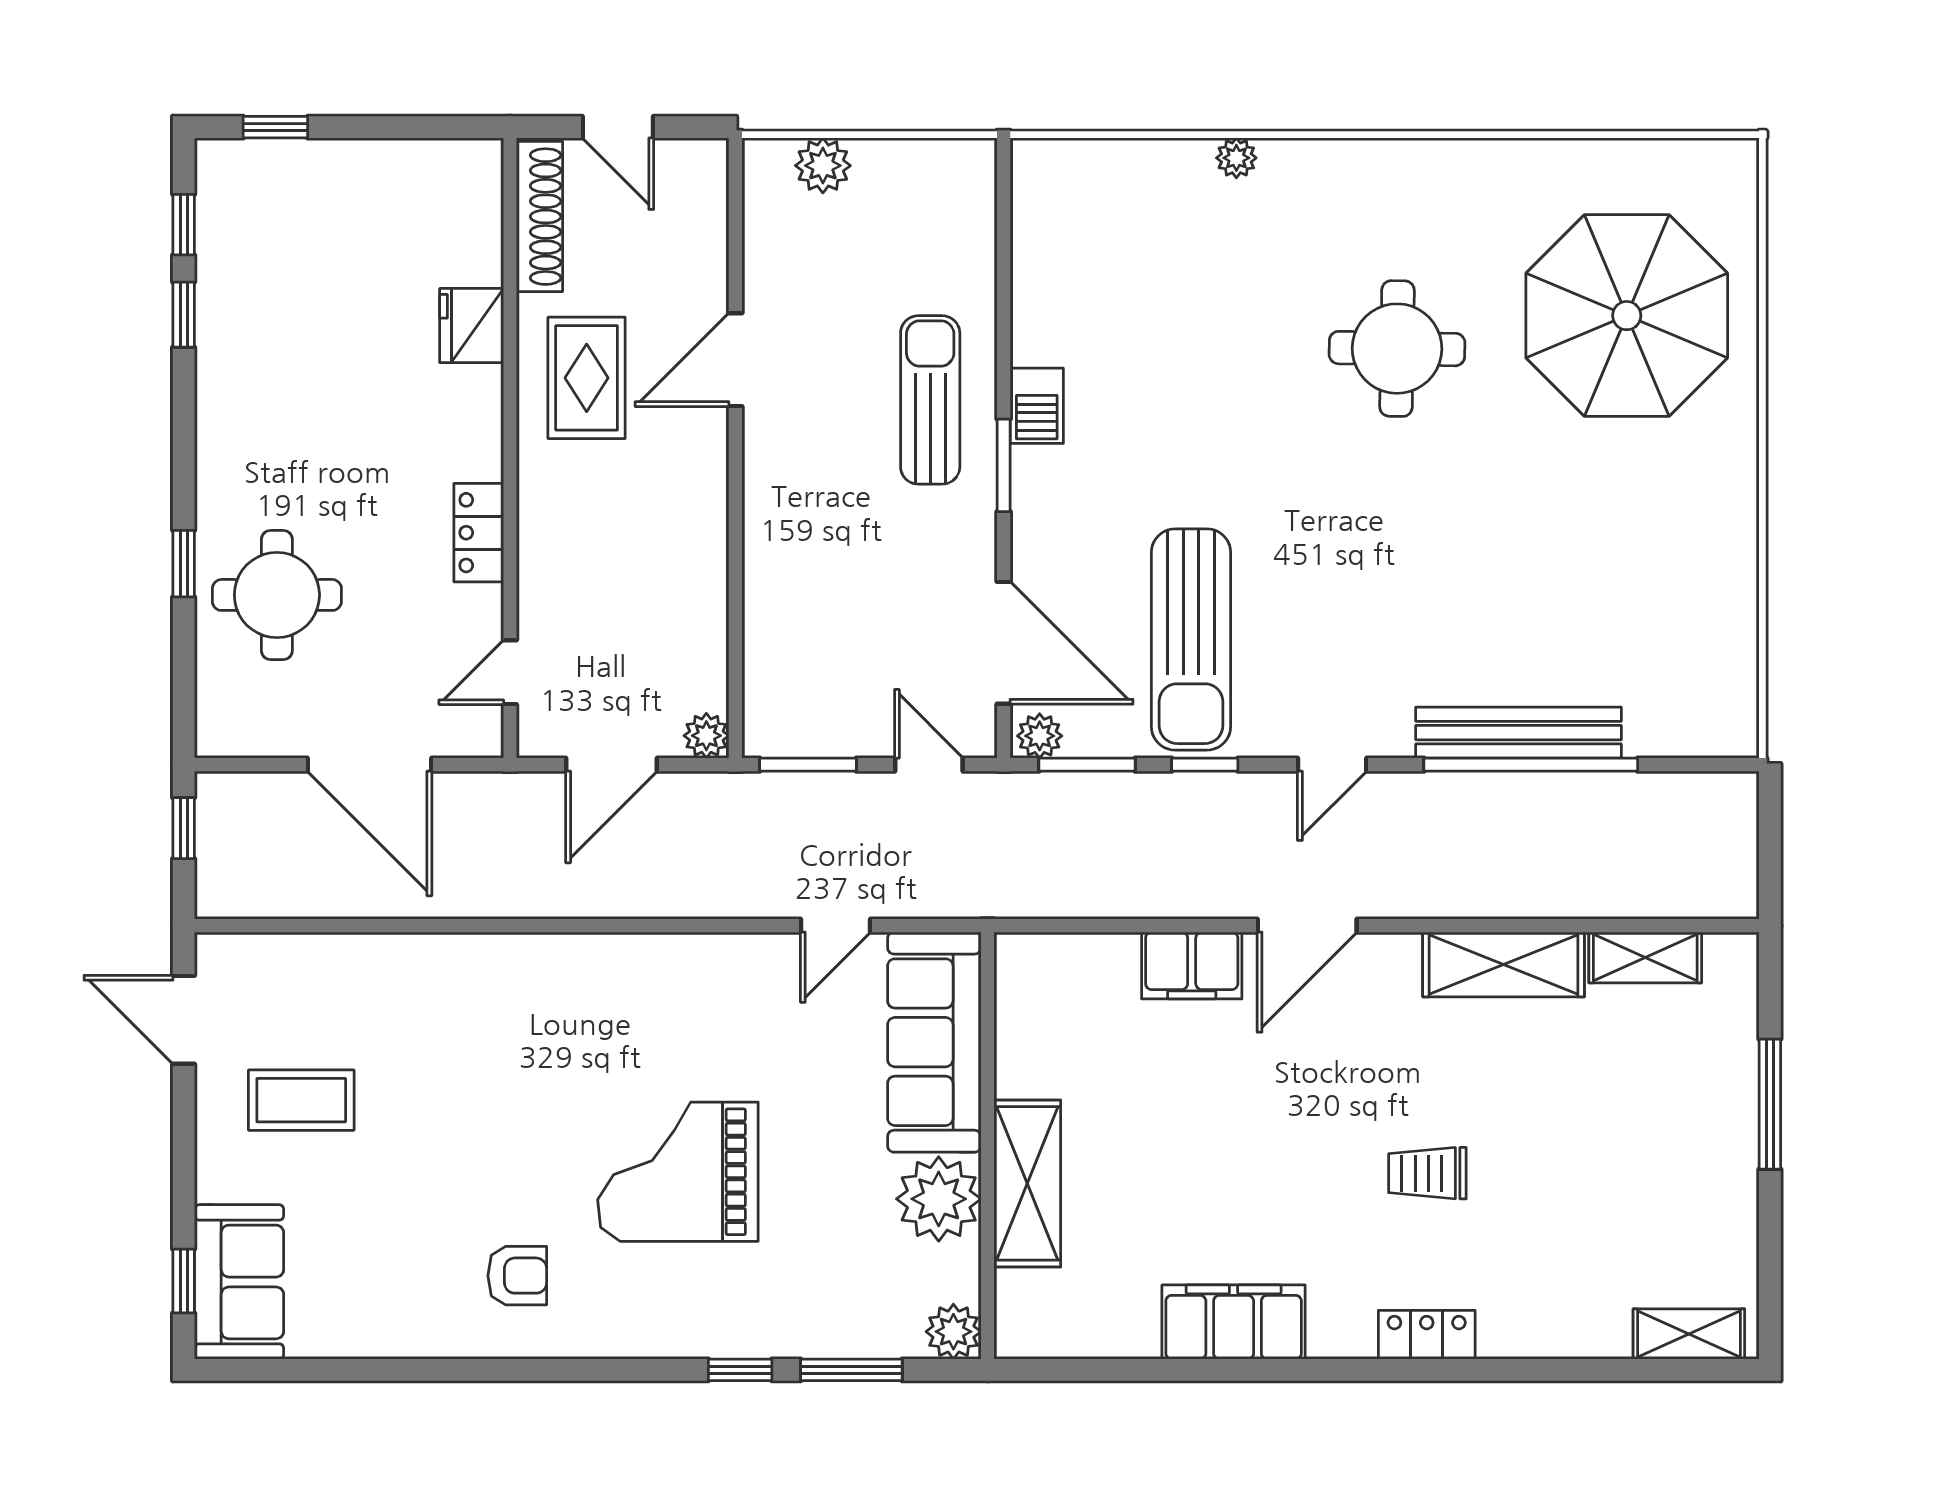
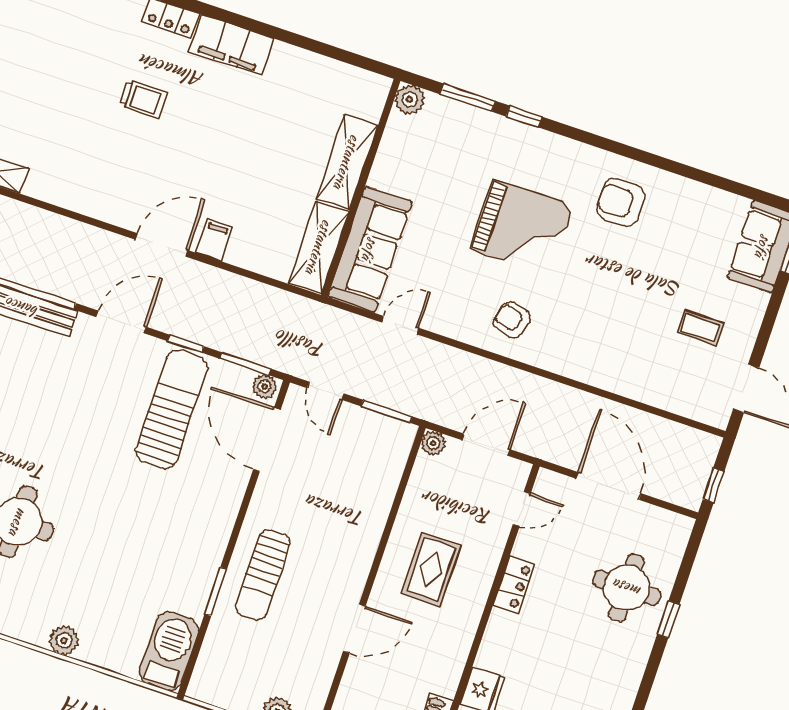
plant: (1236, 158) -> (64, 640), width x1.38, depth x1.38
rug: (587, 378) -> (431, 569), moved
barbecue: (1037, 406) -> (169, 651), moved, width x1.88, depth x1.53
window: (1004, 465) -> (216, 592), moved
door: (1332, 765) -> (121, 322), width x1.38
shelving: (1504, 964) -> (319, 247), moved, turned 90
filing cabinet: (1192, 966) -> (214, 240), width x0.50
armchair: (640, 1002) -> (512, 320), added
coffee table: (301, 1100) -> (700, 328), width x0.73, depth x0.77
plant: (939, 1199) -> (394, 169), removed
armchair: (517, 1276) -> (621, 202), width x1.38, depth x1.38
filing cabinet: (1234, 1322) -> (231, 45), moved

